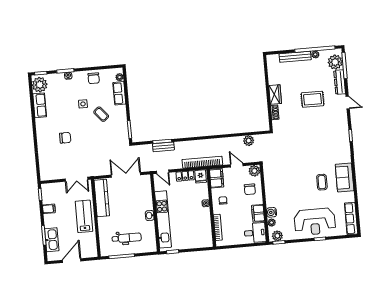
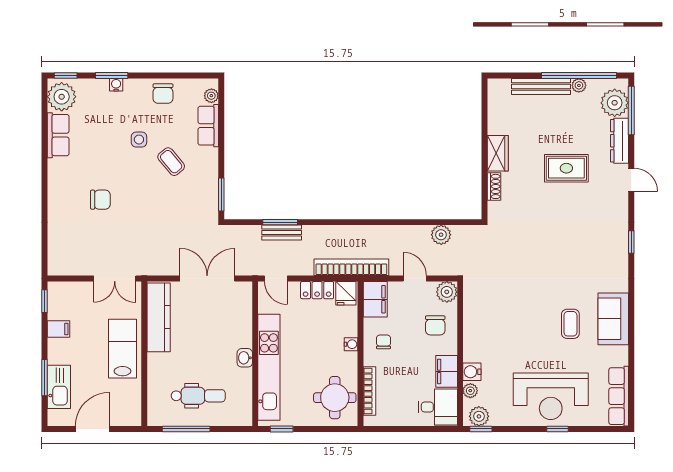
round table: (200, 233) -> (335, 398), added

